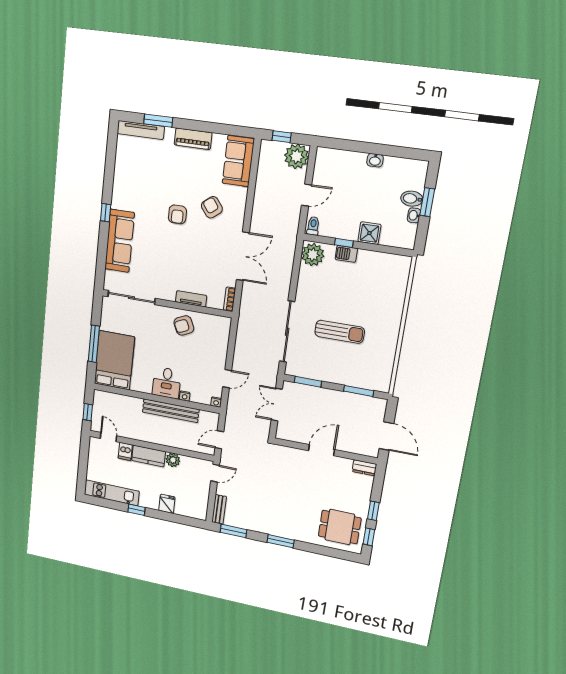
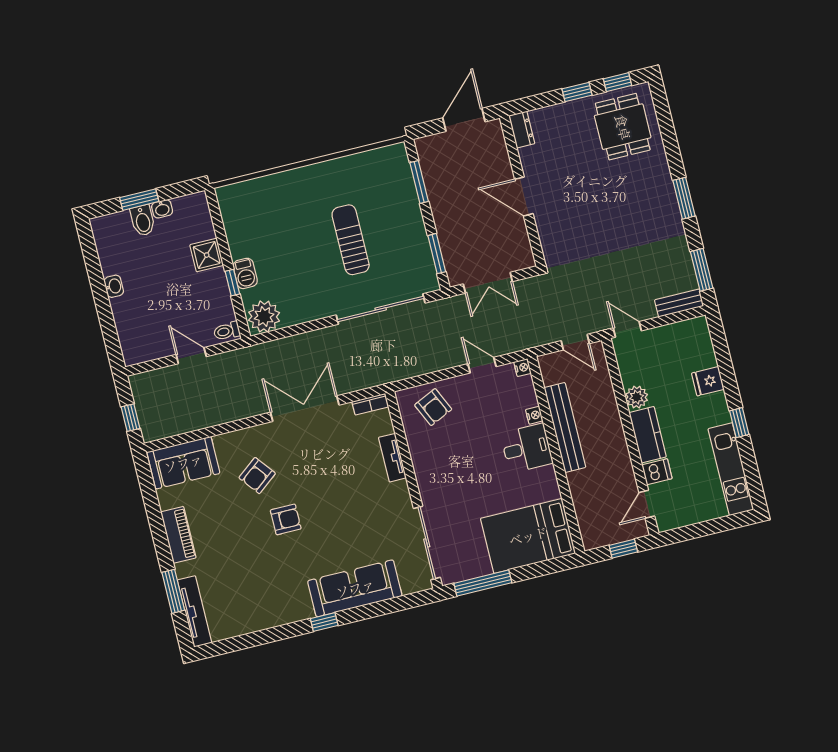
plant: (297, 156) -> (148, 388), removed
armchair: (184, 325) -> (433, 407), moved
window: (94, 344) -> (483, 583), moved

